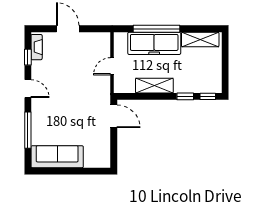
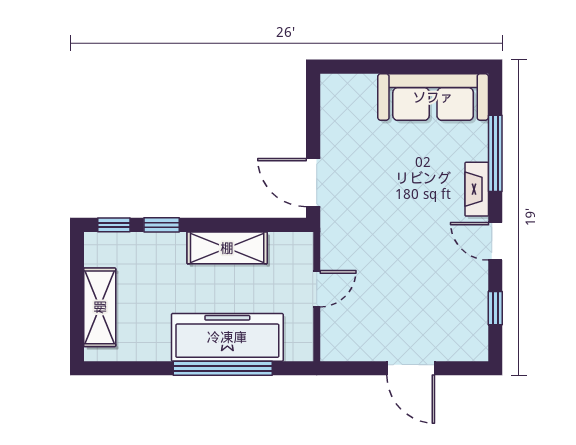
shelving: (200, 39) -> (100, 307), moved, turned 90
fireplace: (37, 47) -> (477, 189), moved

